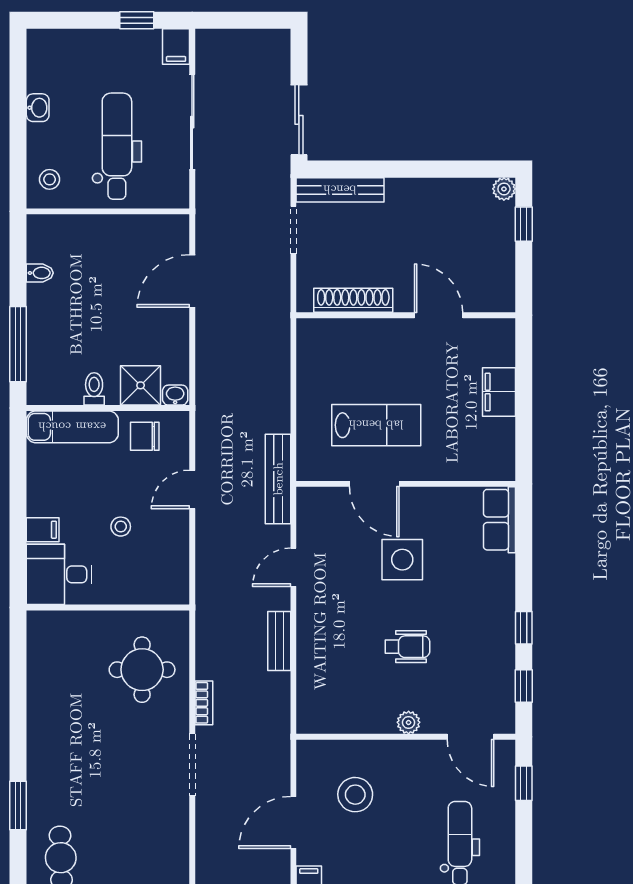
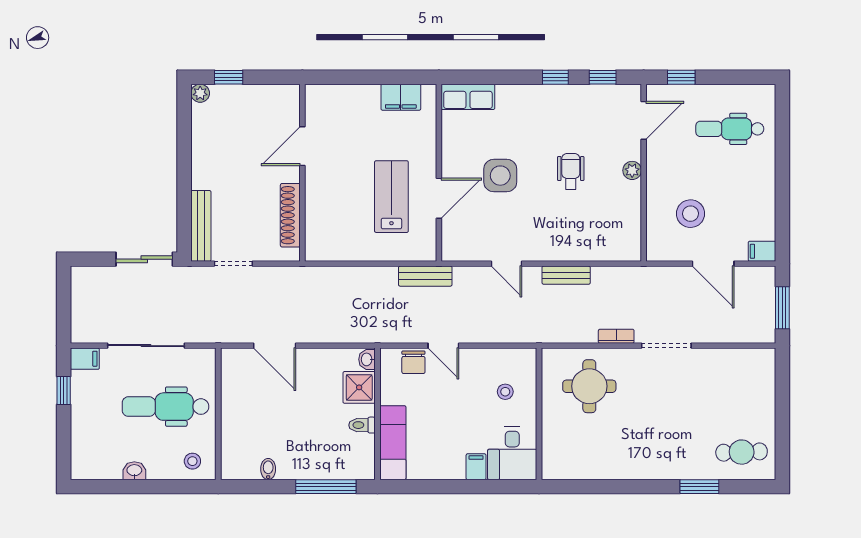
filing cabinet: (499, 392) -> (401, 97), moved
chair: (145, 436) -> (413, 362), moved
bench: (278, 479) -> (425, 276), width x0.73
stool: (121, 527) -> (505, 392), moved

